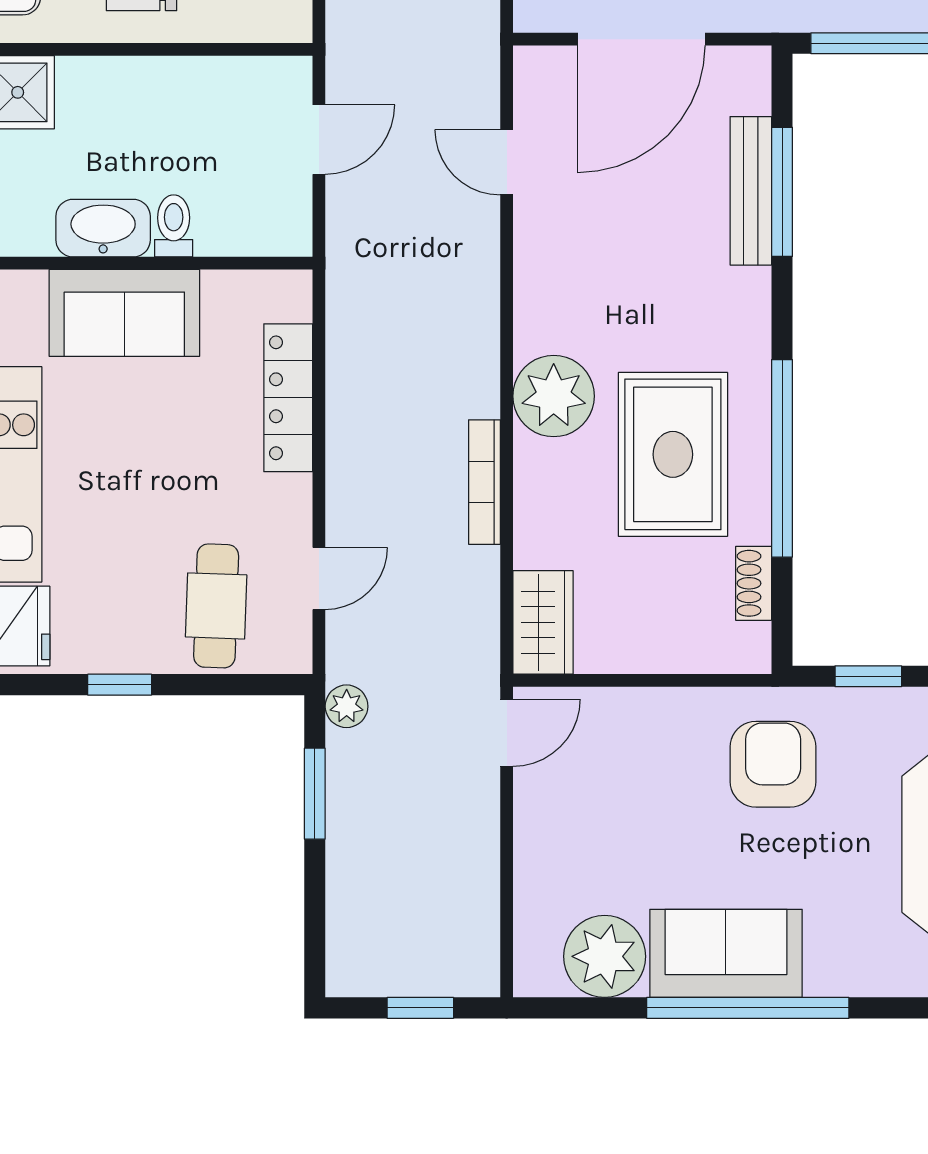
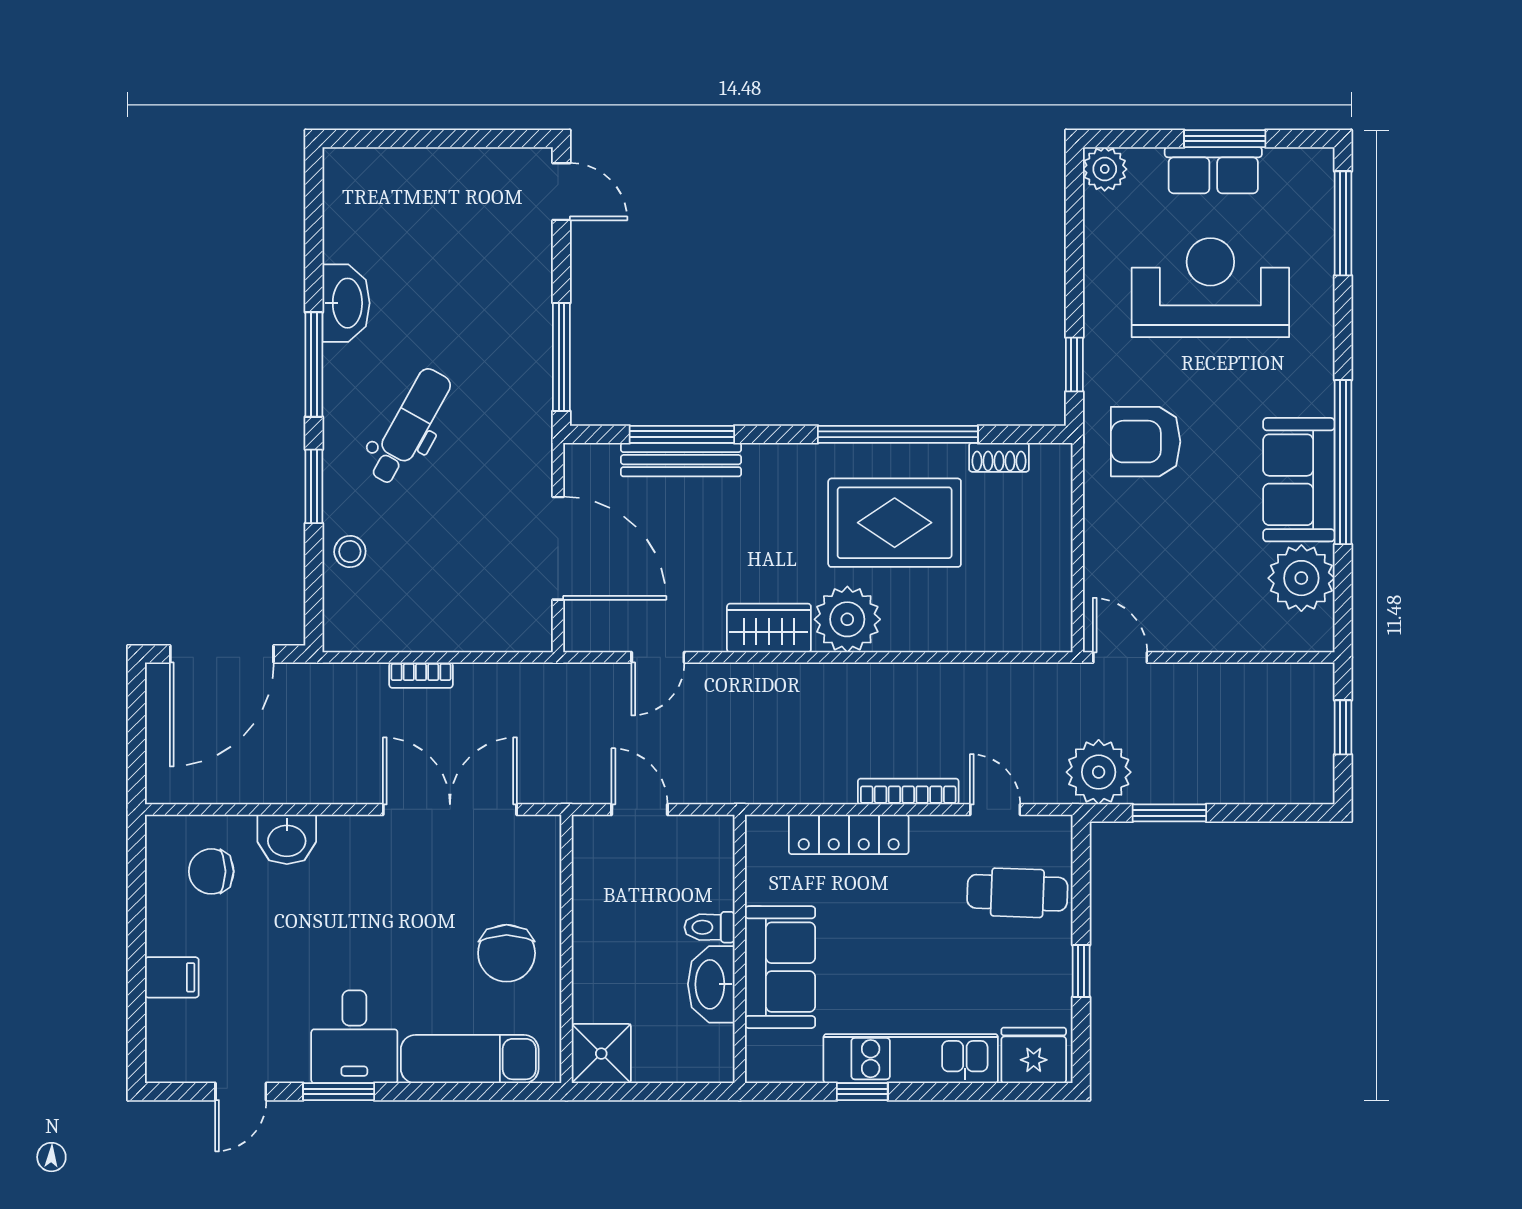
bookcase: (484, 482) -> (908, 791), moved, turned 180
wardrobe: (543, 622) -> (769, 628), moved
plant: (347, 706) -> (1099, 772), width x1.87, depth x1.87

